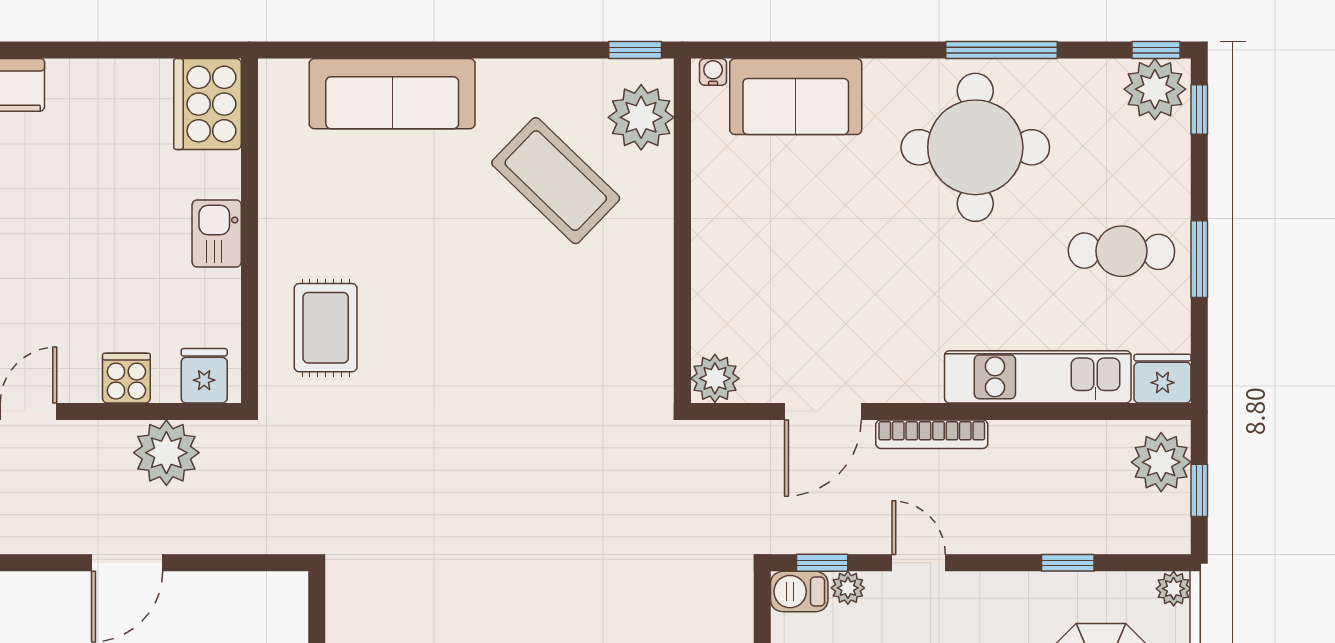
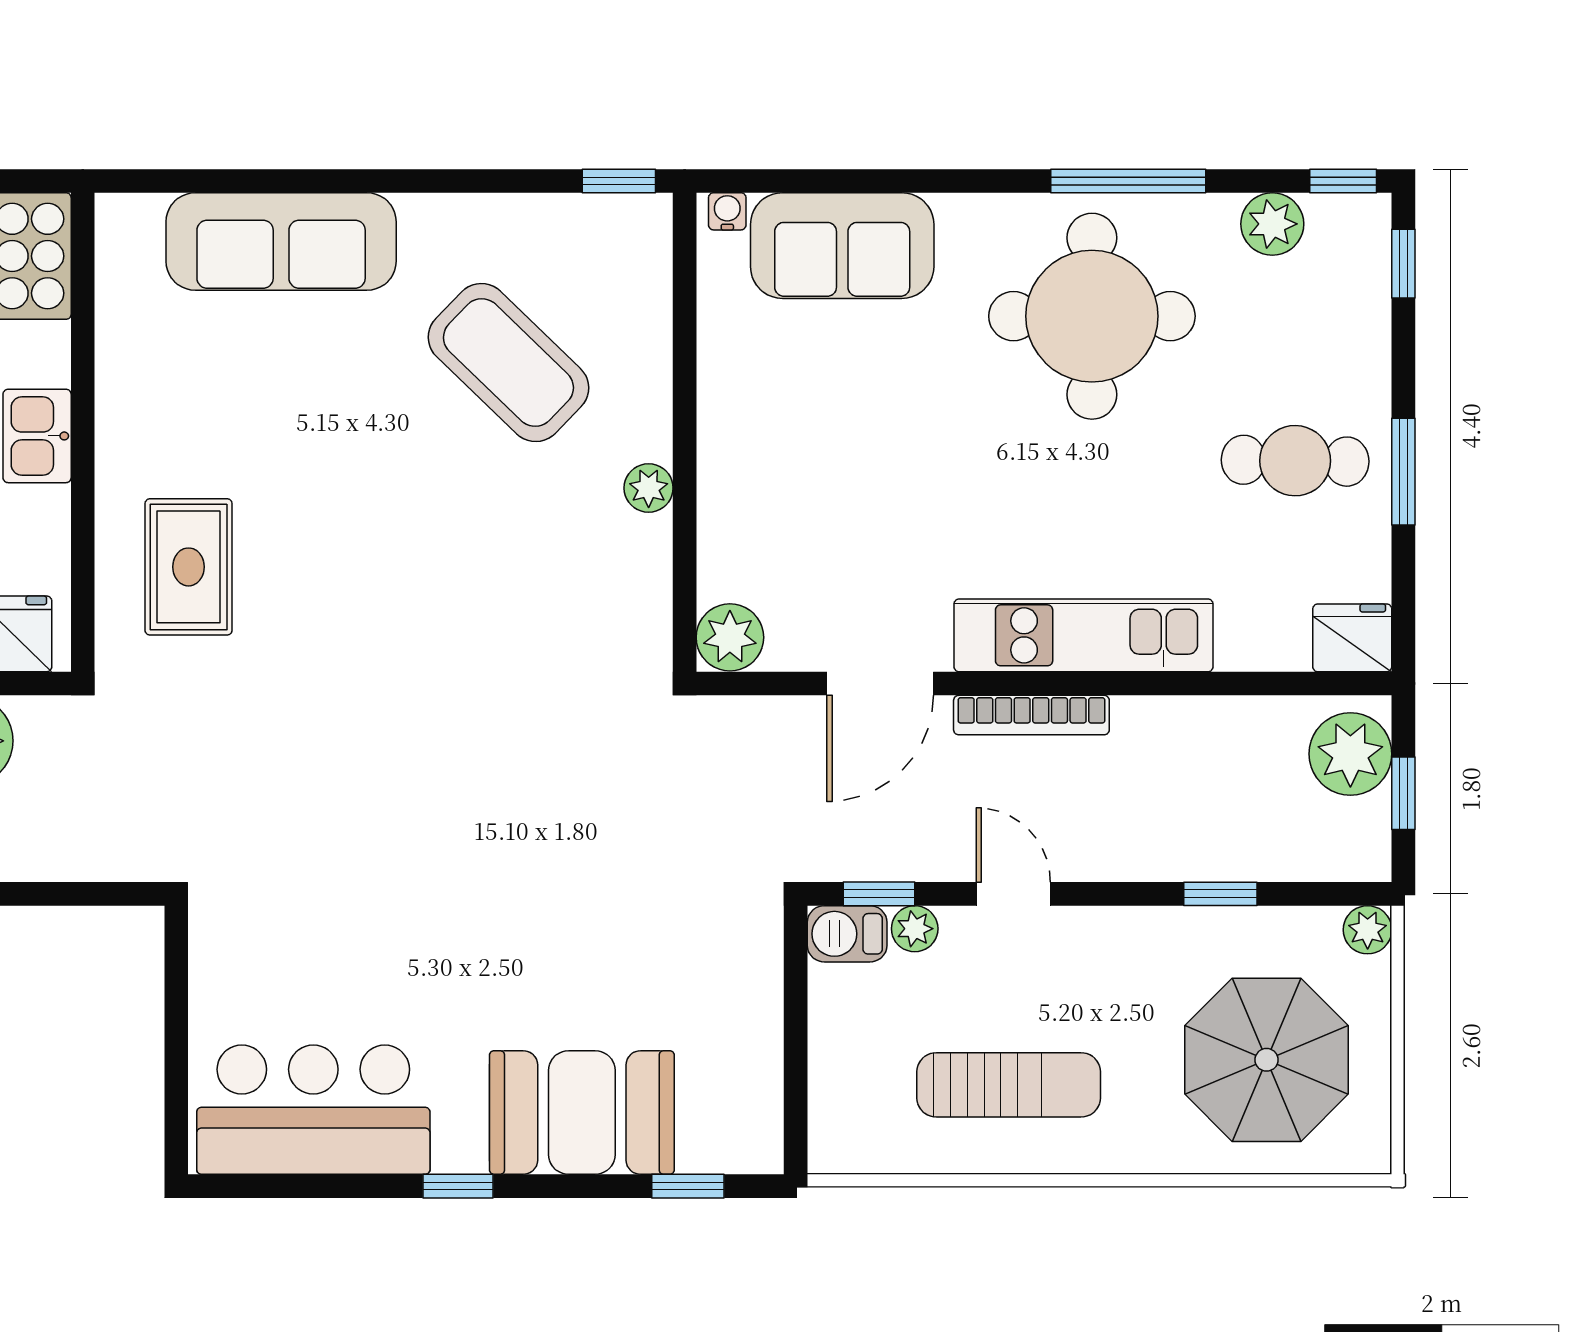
plant: (1155, 89) -> (1272, 224), moved, width x0.73, depth x0.73
plant: (641, 117) -> (649, 488), moved, width x0.53, depth x0.53
kitchen unit: (1038, 377) -> (1084, 635), moved

